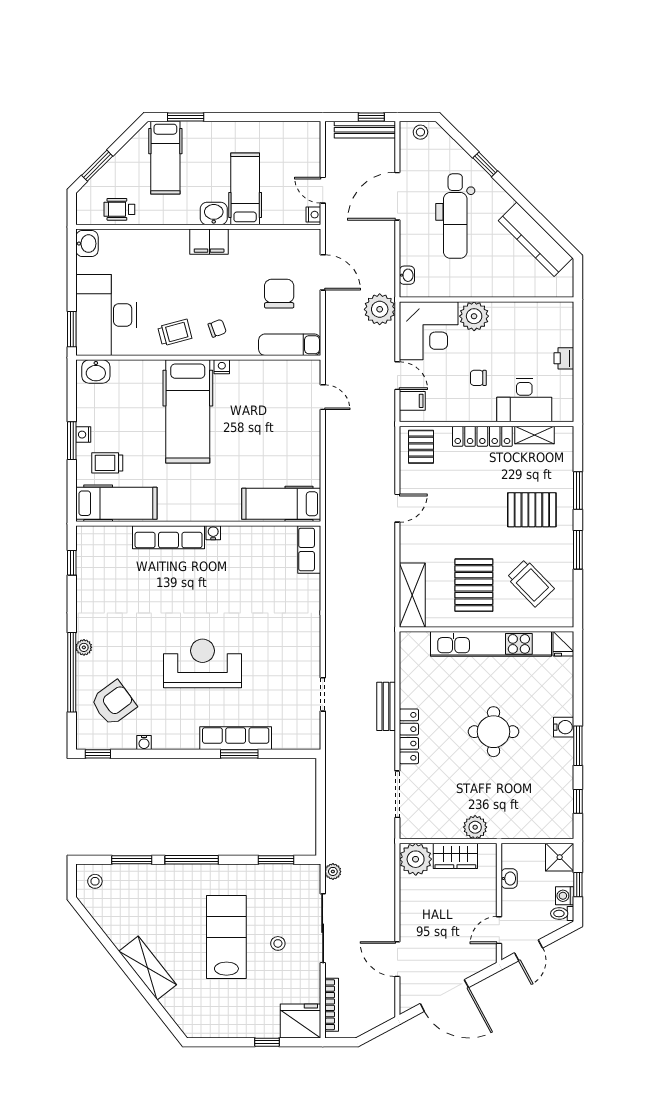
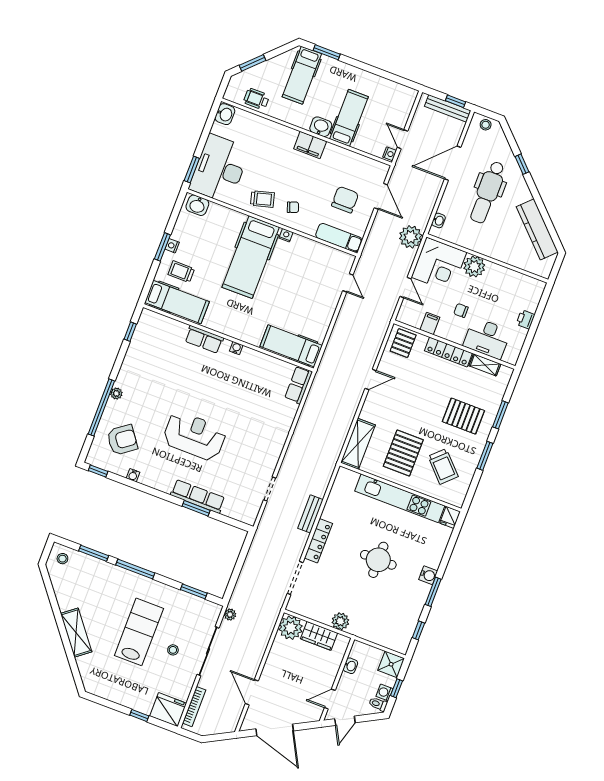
filing cabinet: (412, 401) -> (430, 323), moved, turned -90
row of seats: (168, 537) -> (204, 339), width x0.68

